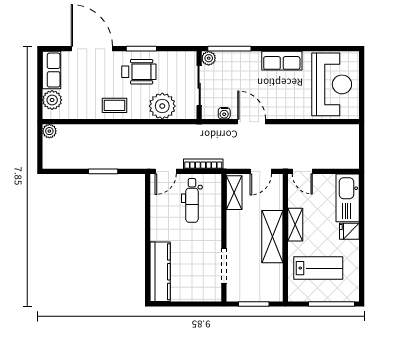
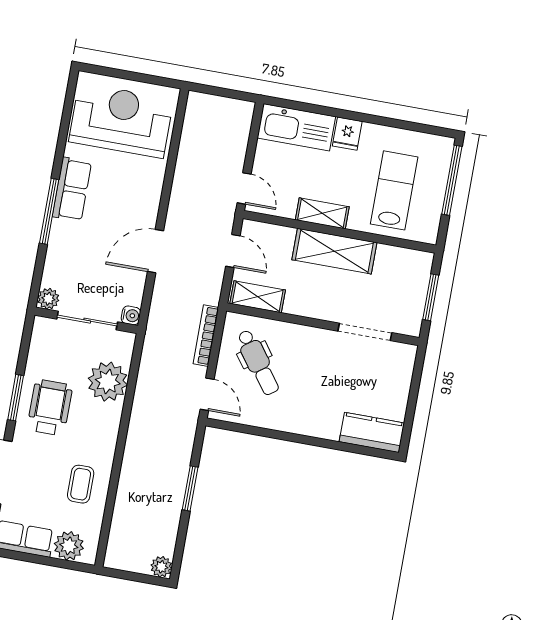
window: (229, 49) -> (49, 211), moved
coffee table: (114, 105) -> (81, 484), moved
water cooler: (224, 113) -> (131, 315), moved
plant: (49, 131) -> (161, 567), moved
door: (302, 171) -> (244, 188), hinge flipped
dental chair: (192, 200) -> (258, 362), turned 54
kitchen counter: (160, 272) -> (372, 432), width x0.67

